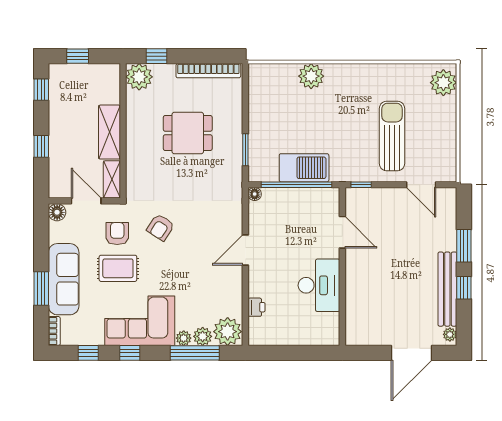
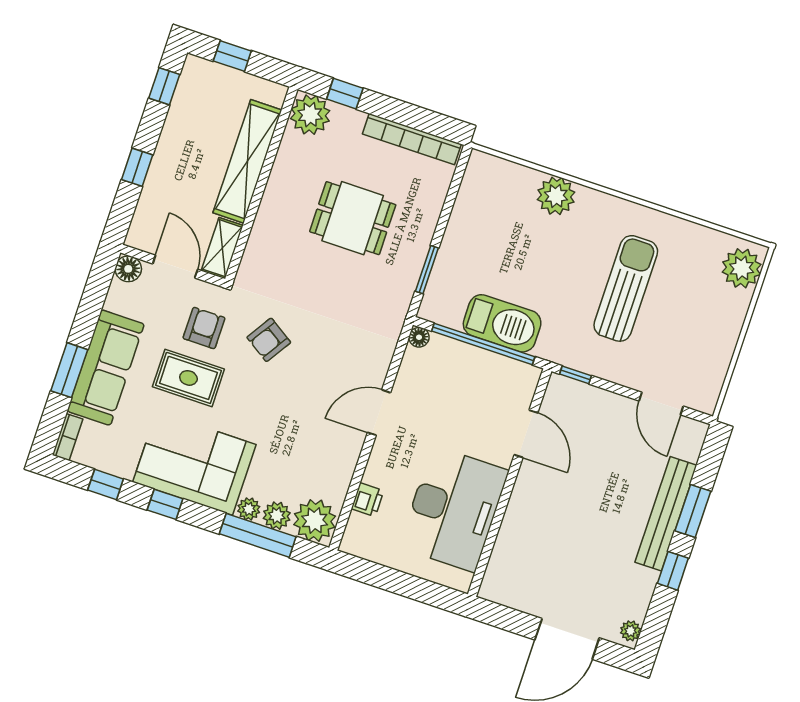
shelving: (109, 132) -> (247, 161), width x1.47
sun lounger: (392, 136) -> (626, 288), moved
desk: (319, 285) -> (454, 509), width x1.36, depth x1.30
bench: (447, 289) -> (666, 514), moved

